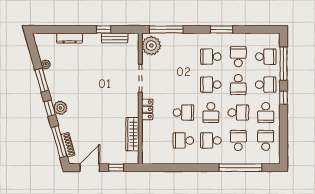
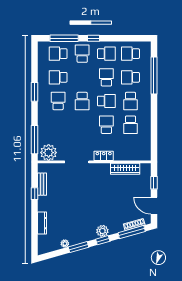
school desk: (211, 57) -> (58, 101), turned 180
school desk: (266, 57) -> (58, 54), turned -90
school desk: (238, 85) -> (82, 77), removed

